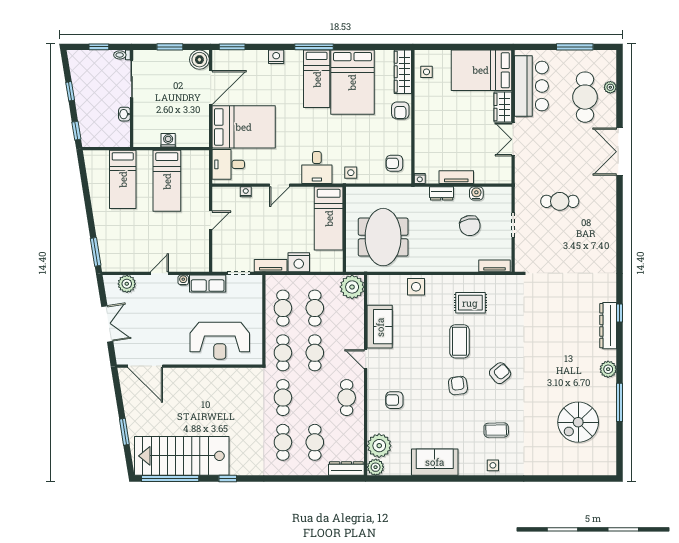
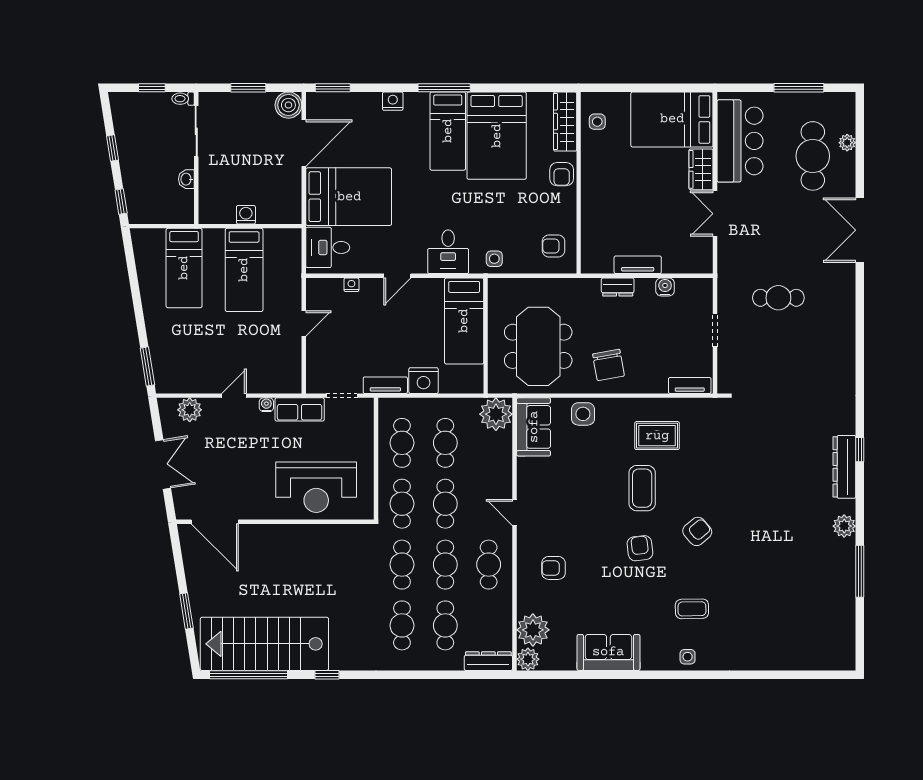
nightstand: (420, 179) -> (588, 267), removed
chair: (470, 226) -> (609, 365), moved
sofa: (380, 327) -> (534, 427), moved
cafe table: (315, 398) -> (445, 565), added
spiral stairs: (578, 422) -> (803, 598), removed

